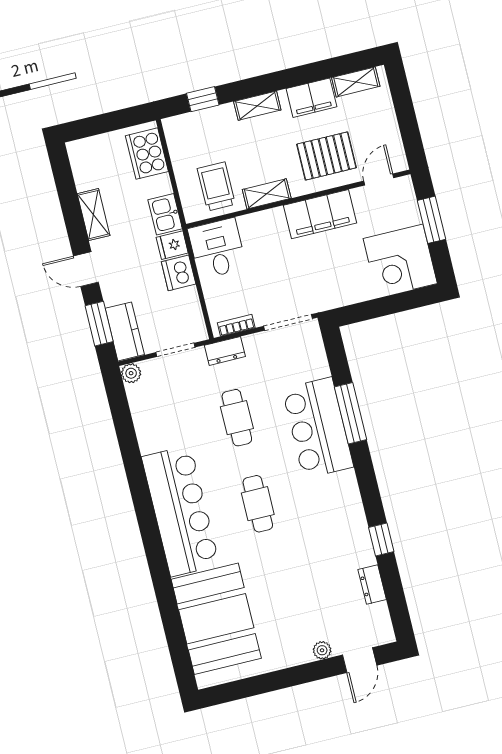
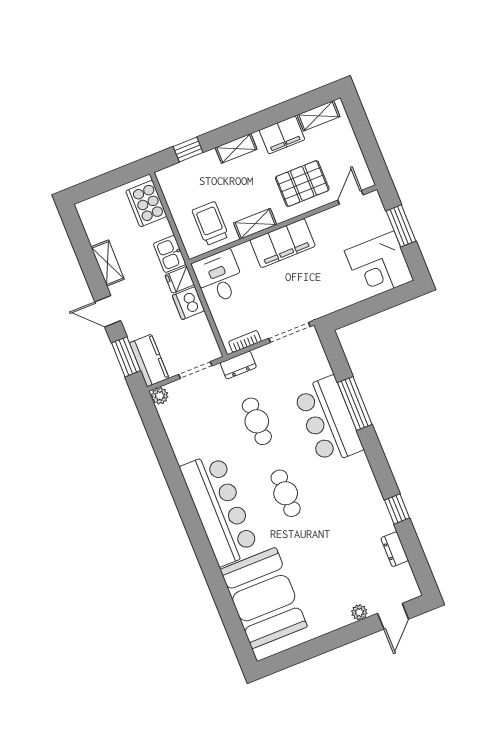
filing cabinet: (320, 214) -> (283, 243), moved

